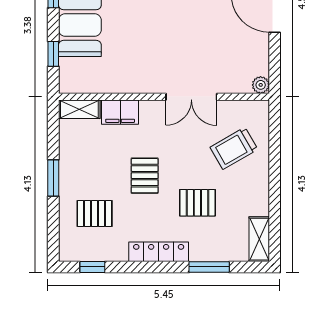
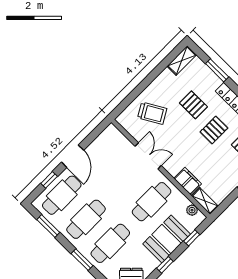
cafe table: (137, 50) -> (152, 202), added
plant: (261, 85) -> (192, 210), moved
pallet: (145, 176) -> (214, 130), moved

